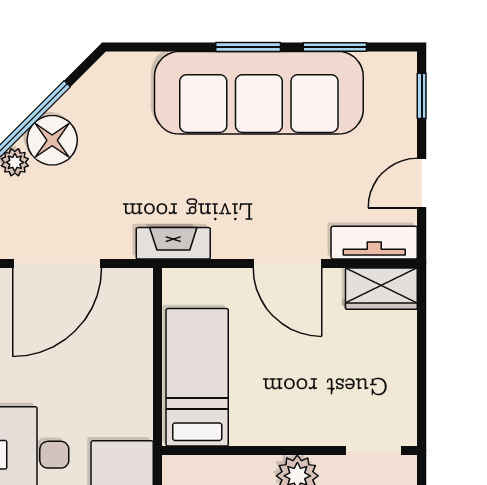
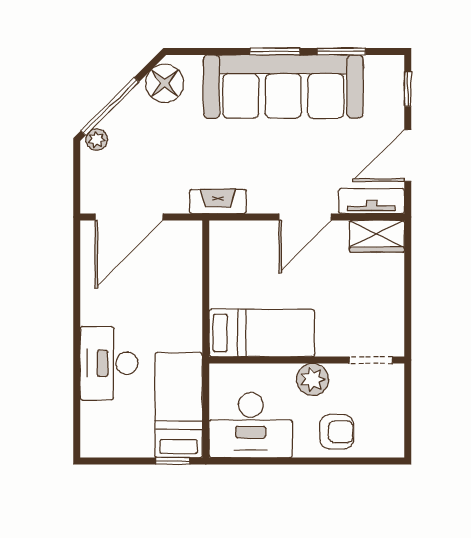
floor lamp: (52, 140) -> (165, 83), moved
door: (422, 183) -> (408, 155), width x1.38
door: (287, 263) -> (305, 217), hinge flipped
bed: (197, 377) -> (262, 333), moved, turned 90

